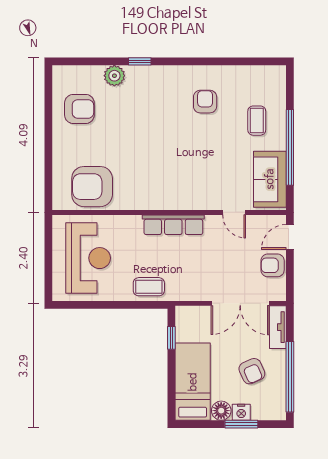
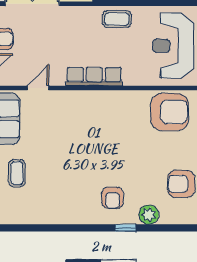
armchair: (205, 102) -> (113, 198), moved
door: (234, 212) -> (38, 88), hinge flipped

